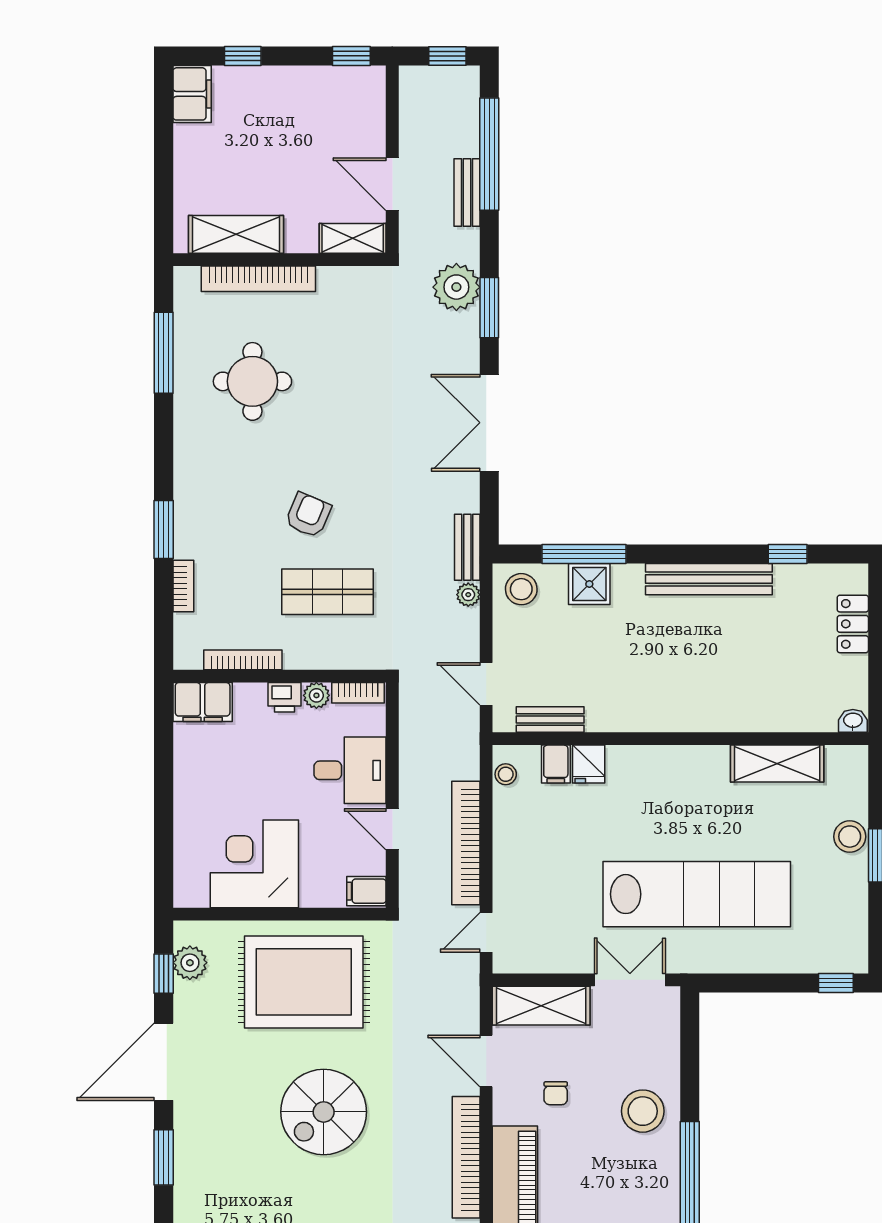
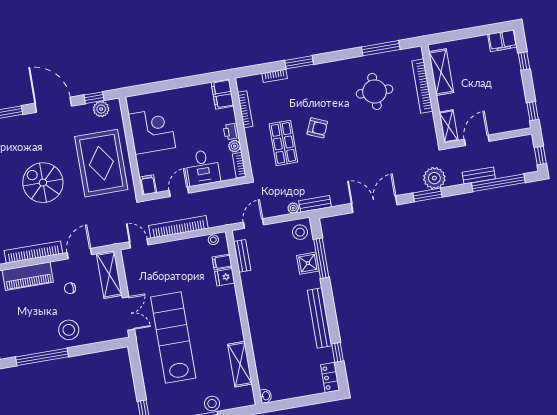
locker: (853, 624) -> (330, 377), moved, turned -90
lab bench: (697, 894) -> (173, 338), turned 180

